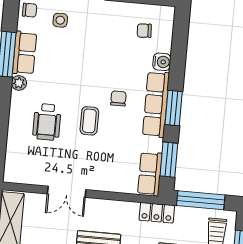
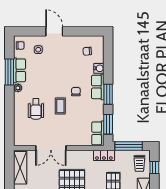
row of seats: (156, 104) -> (98, 87), width x0.68
double door: (67, 192) -> (51, 148), width x1.37

